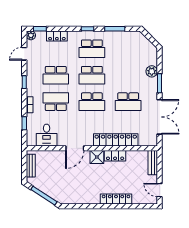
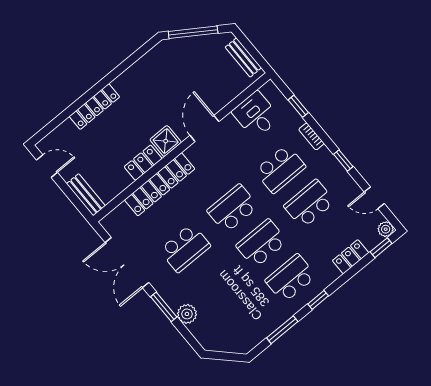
door: (24, 54) -> (374, 198), swing flipped
school desk: (128, 102) -> (185, 248), turned 180

